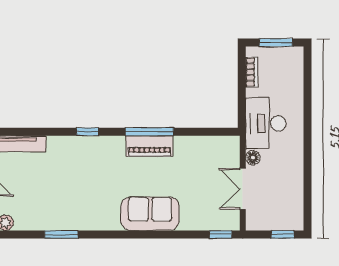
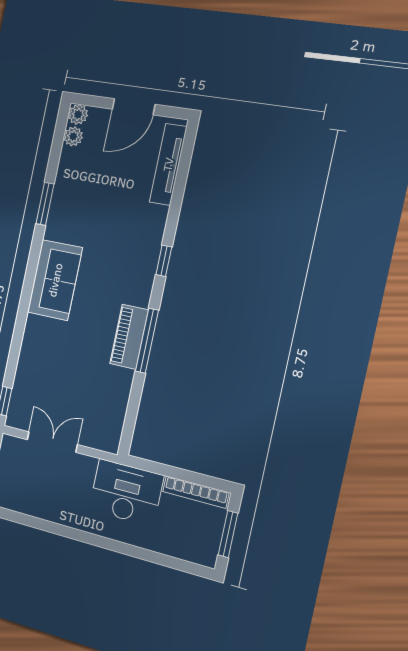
bookcase: (252, 72) -> (196, 492), width x1.56
floor lamp: (253, 158) -> (87, 465), removed
sofa: (150, 214) -> (55, 280), moved

